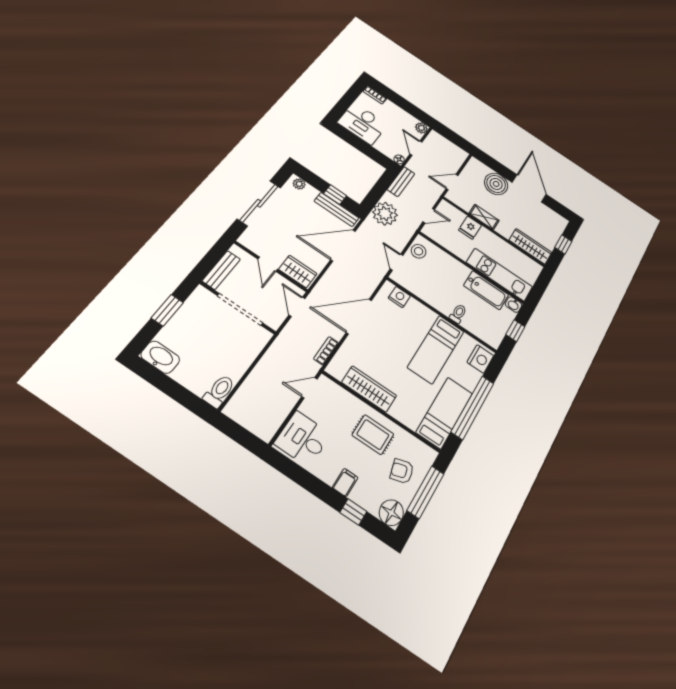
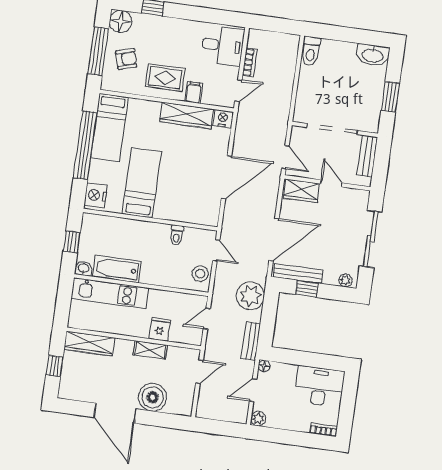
door: (416, 148) -> (253, 390), swing flipped
nightstand: (399, 297) -> (223, 119), moved, turned 180
toilet: (458, 314) -> (177, 235), moved
bookcase: (326, 351) -> (250, 62), moved
filing cabinet: (345, 482) -> (194, 92), moved, turned 180

